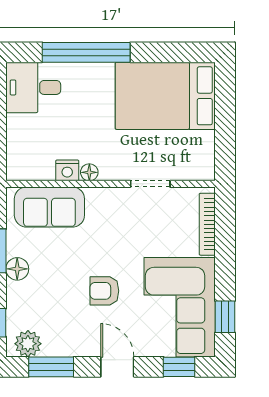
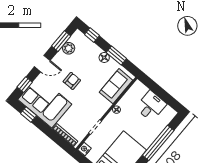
desk: (33, 87) -> (151, 106), moved
nightstand: (67, 170) -> (85, 149), moved
plant: (28, 344) -> (69, 48), moved

